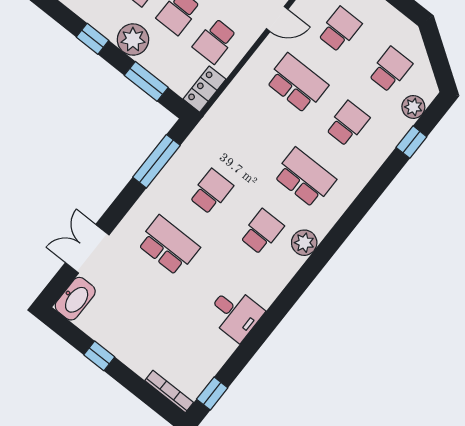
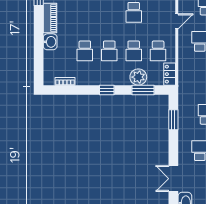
plant: (133, 40) -> (138, 77), moved
window: (156, 161) -> (173, 120), width x0.69

